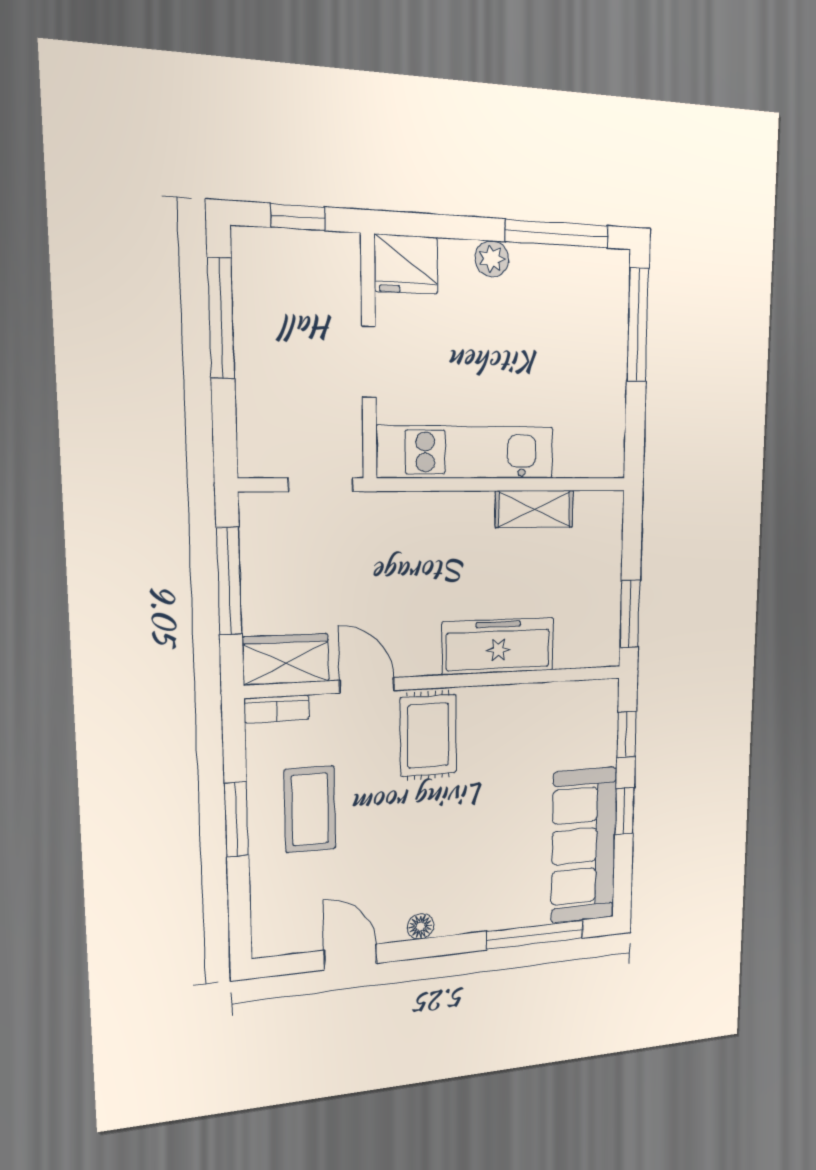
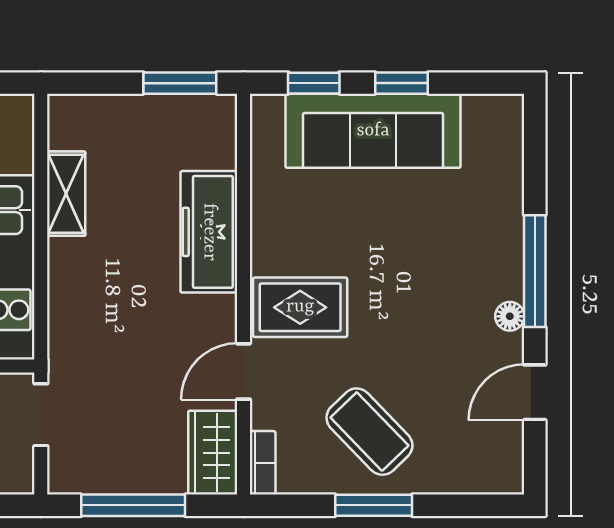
coffee table: (310, 809) -> (369, 432), turned 46
sofa: (584, 845) -> (373, 131), moved
window: (535, 935) -> (535, 271), moved

